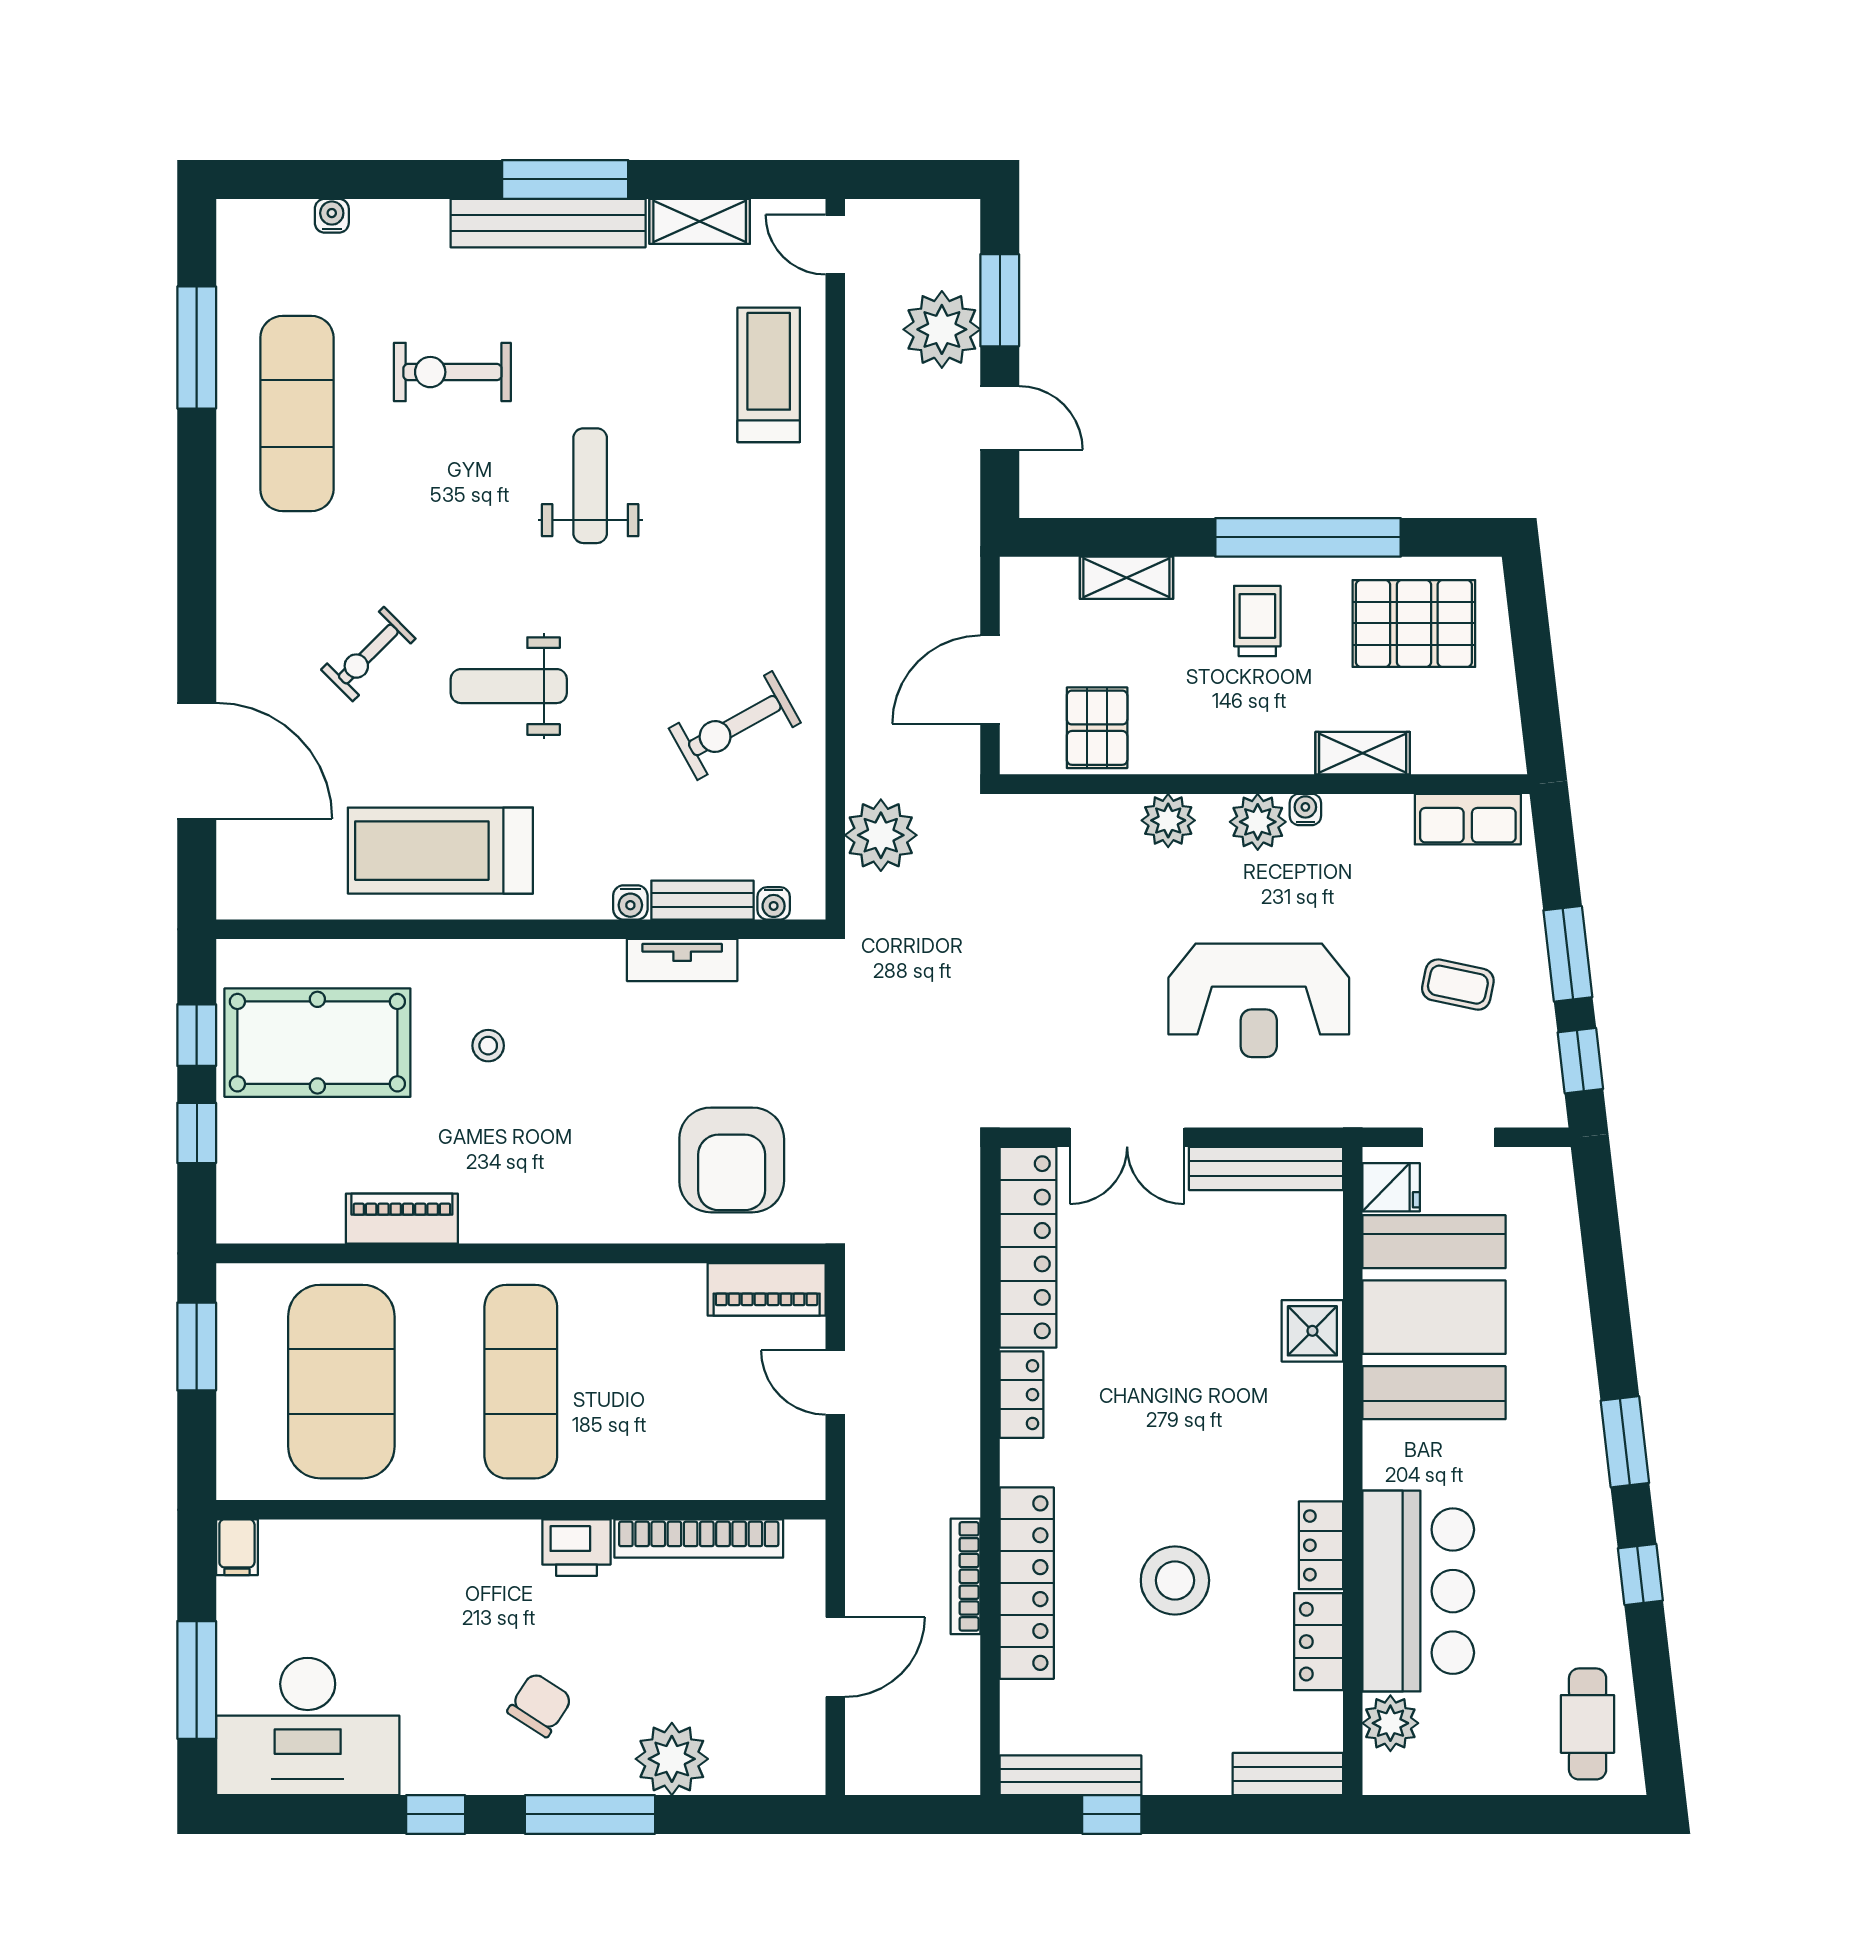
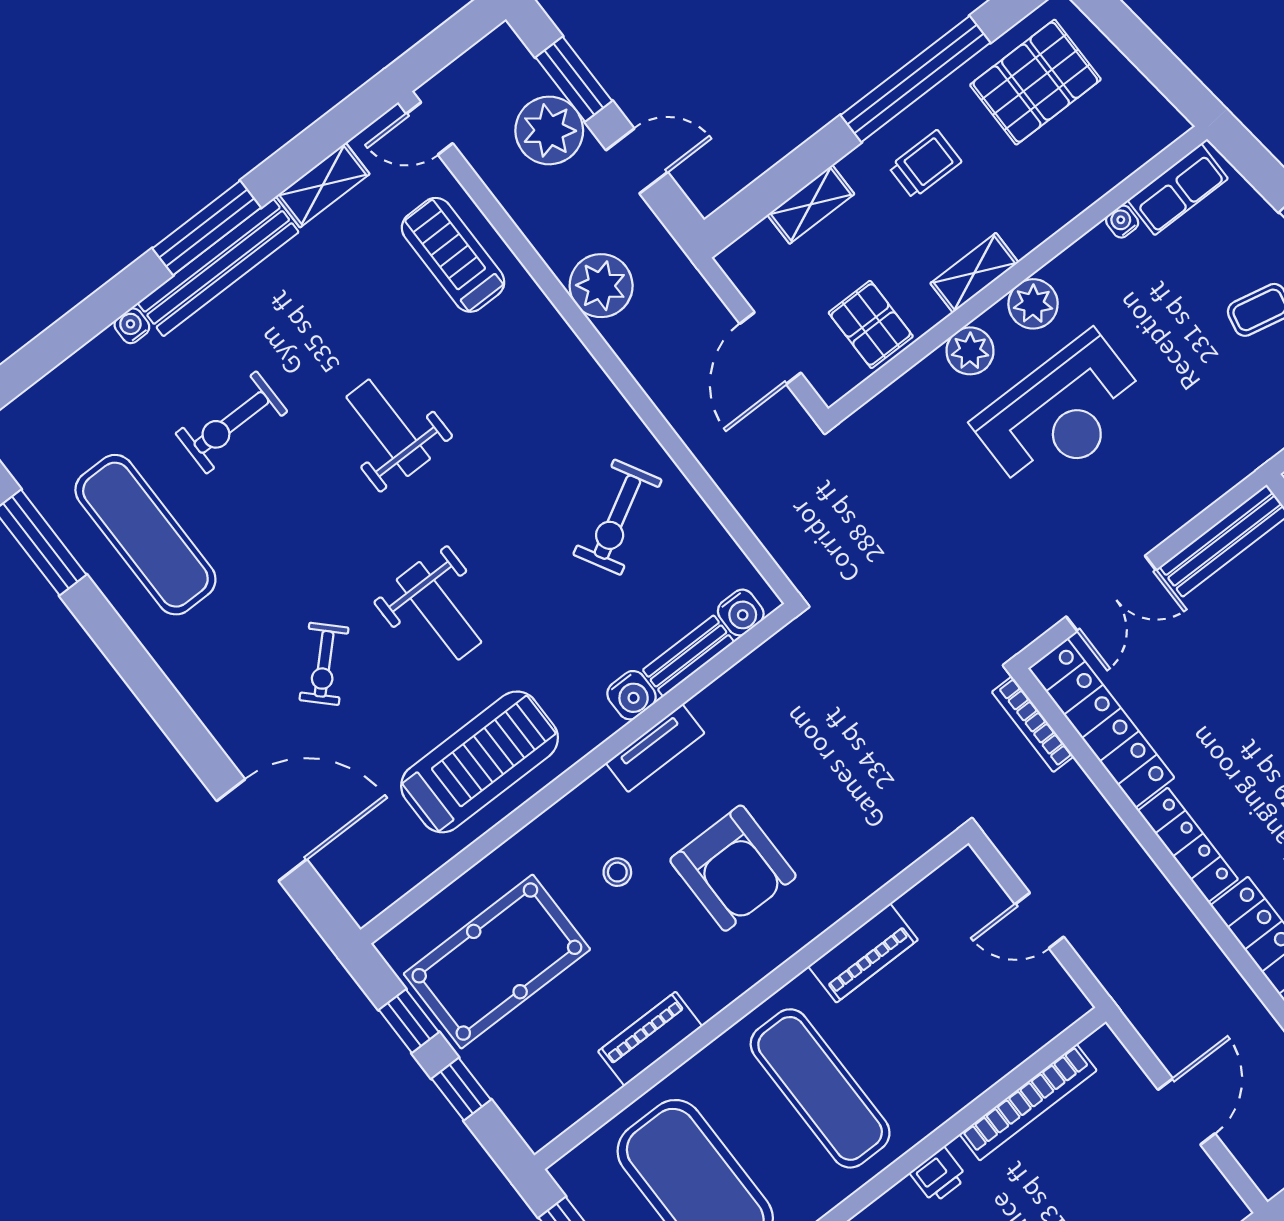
water cooler: (332, 216) -> (132, 326), moved
trolley: (1257, 621) -> (925, 164), turned 90
weight bench: (509, 686) -> (439, 611), turned -90
shelving: (1363, 753) -> (974, 273), moved
water cooler: (1305, 809) -> (1122, 222), moved
plant: (881, 835) -> (601, 286), moved
treadmill: (440, 851) -> (480, 762), turned 180
water cooler: (630, 902) -> (632, 695), width x1.38, depth x1.38
water cooler: (774, 903) -> (741, 612), width x1.38, depth x1.38
tv unit: (682, 960) -> (655, 748), moved
reception desk: (1259, 1000) -> (1061, 414), moved
armchair: (732, 1160) -> (733, 868), moved
piano: (767, 1289) -> (863, 953), moved
locker: (1022, 1395) -> (1188, 845), width x1.53
printer: (576, 1548) -> (939, 1175), width x0.73, depth x0.81
bookcase: (966, 1576) -> (1033, 724), moved

